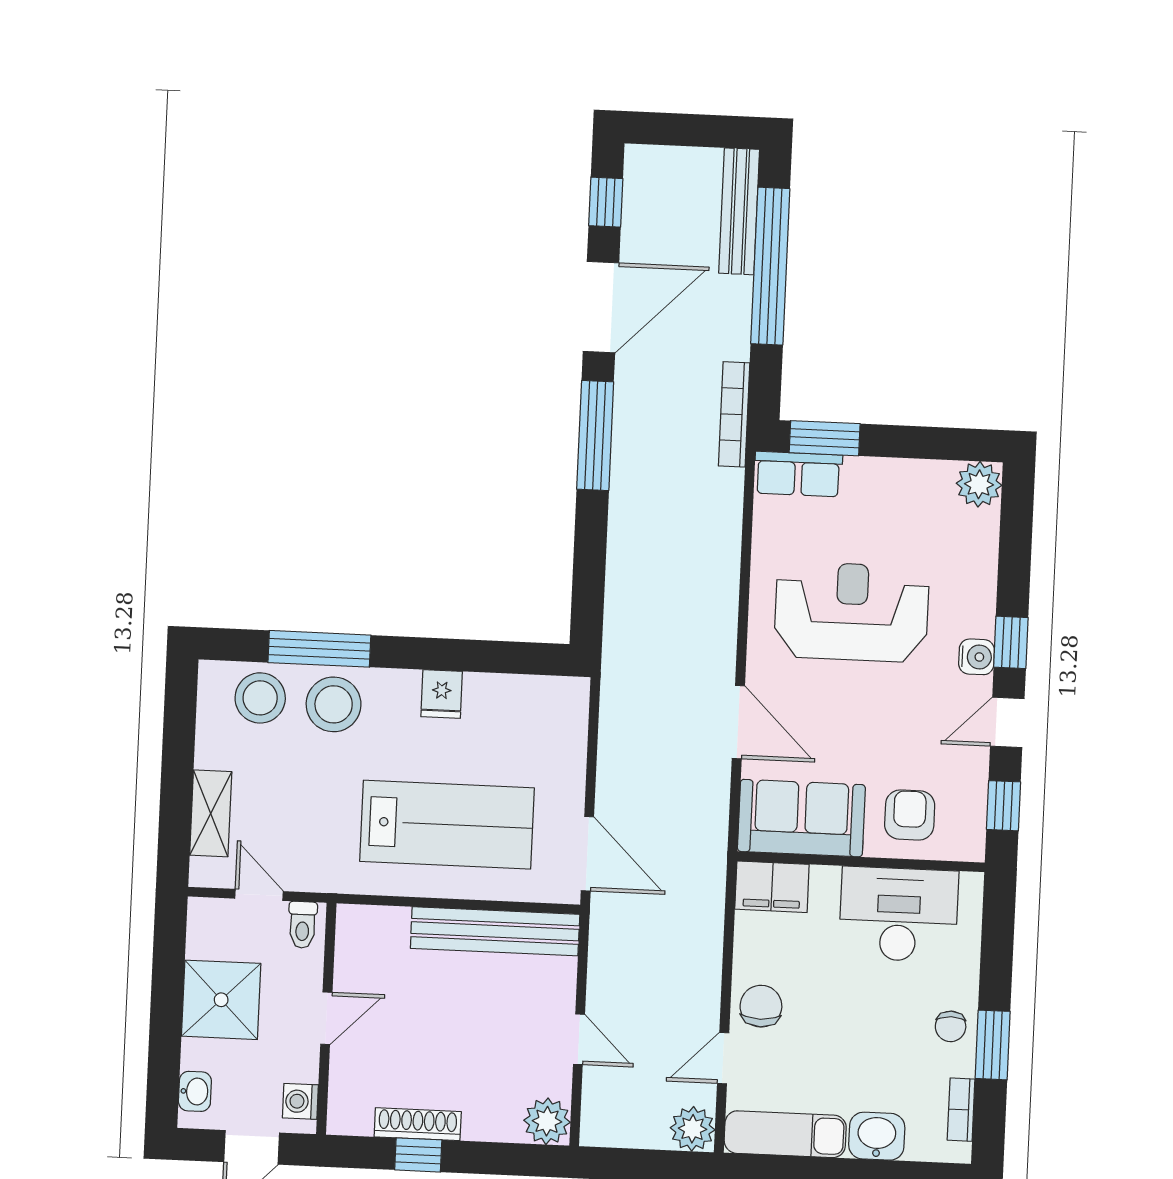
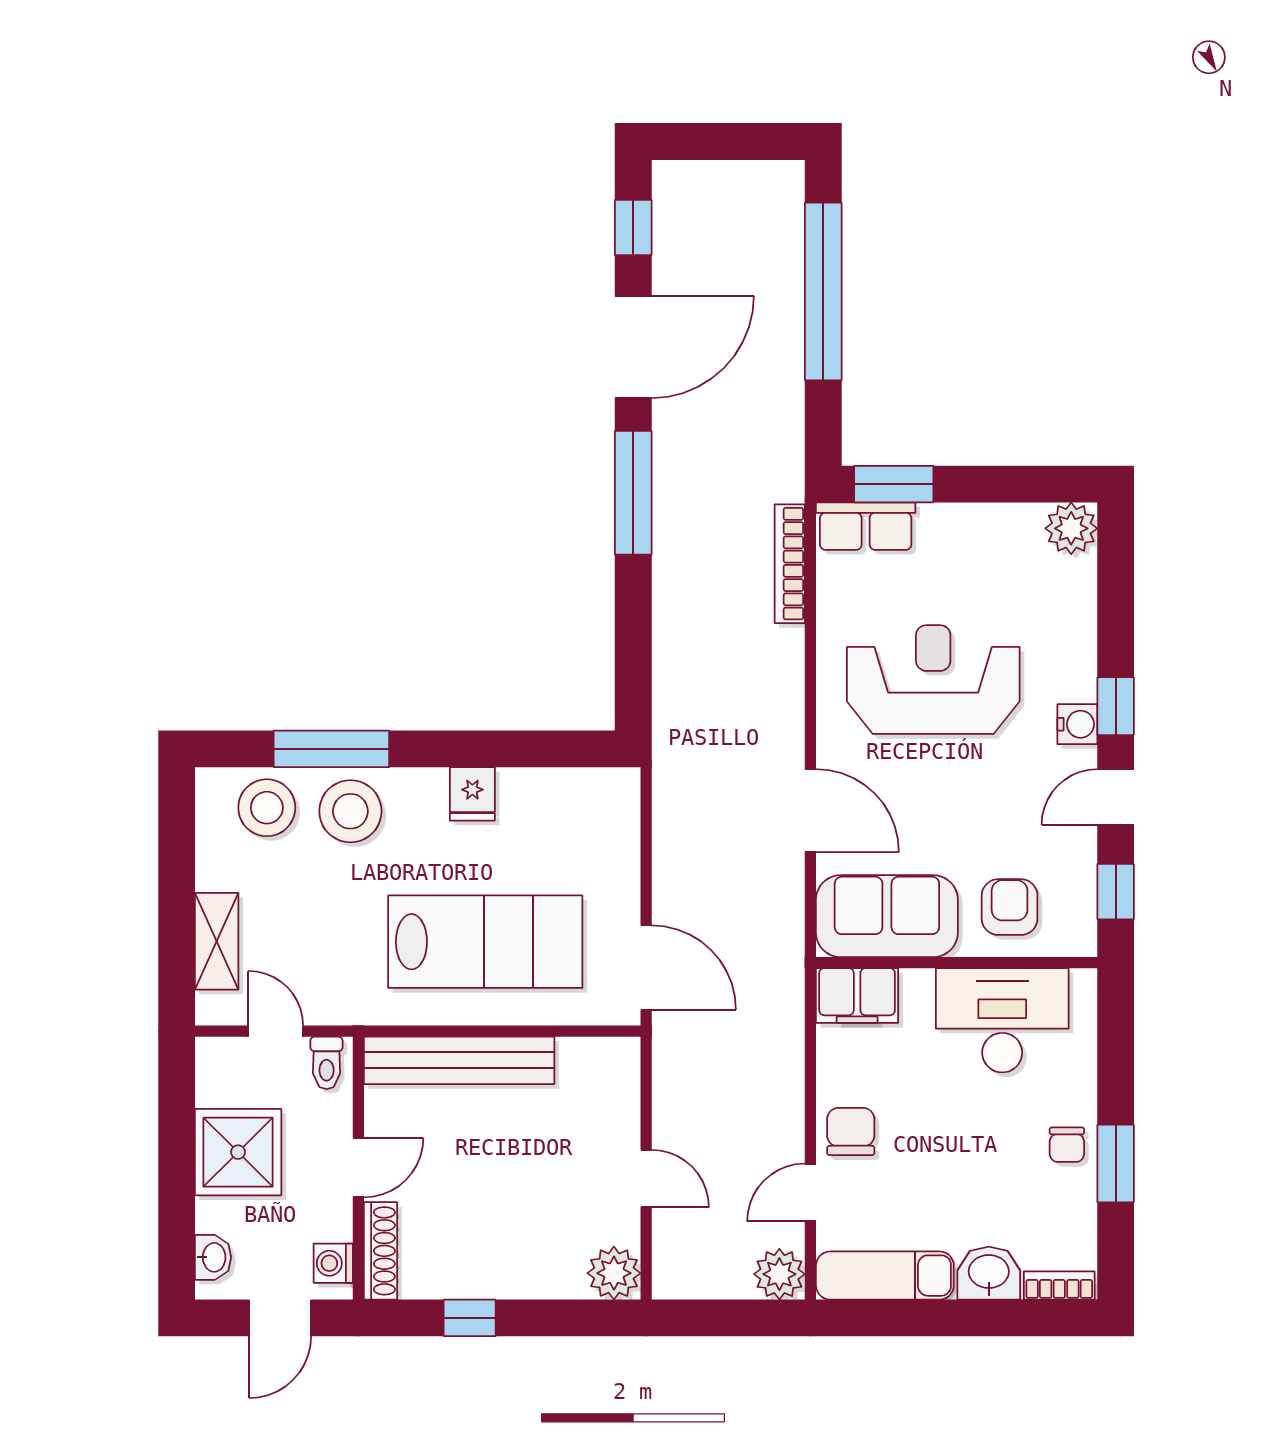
bench: (739, 211) -> (785, 231), removed
bookcase: (734, 414) -> (790, 564), moved
bench: (495, 931) -> (459, 1060), moved
bookcase: (961, 1110) -> (1059, 1286), moved, turned 90
shoe rack: (418, 1124) -> (380, 1251), moved, turned 90

